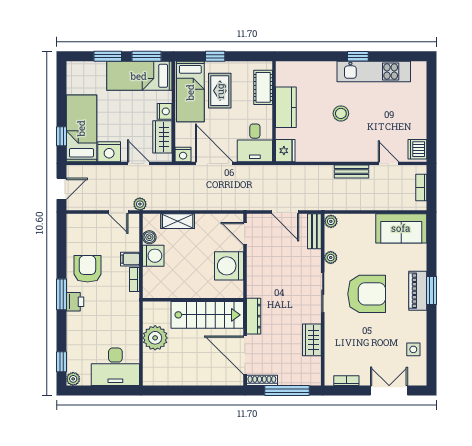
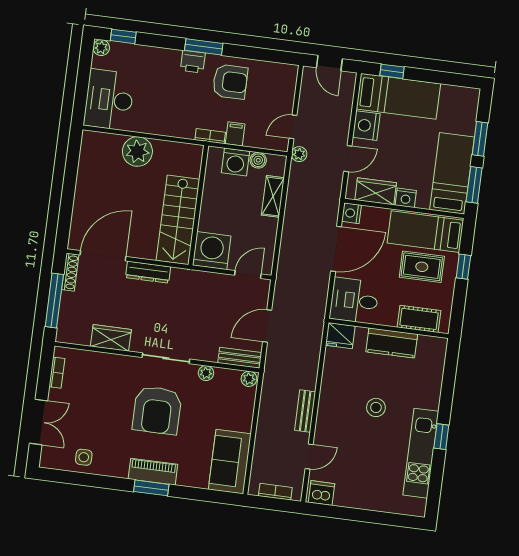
wall: (193, 300) -> (198, 205), moved
stairs: (207, 315) -> (178, 220), moved

